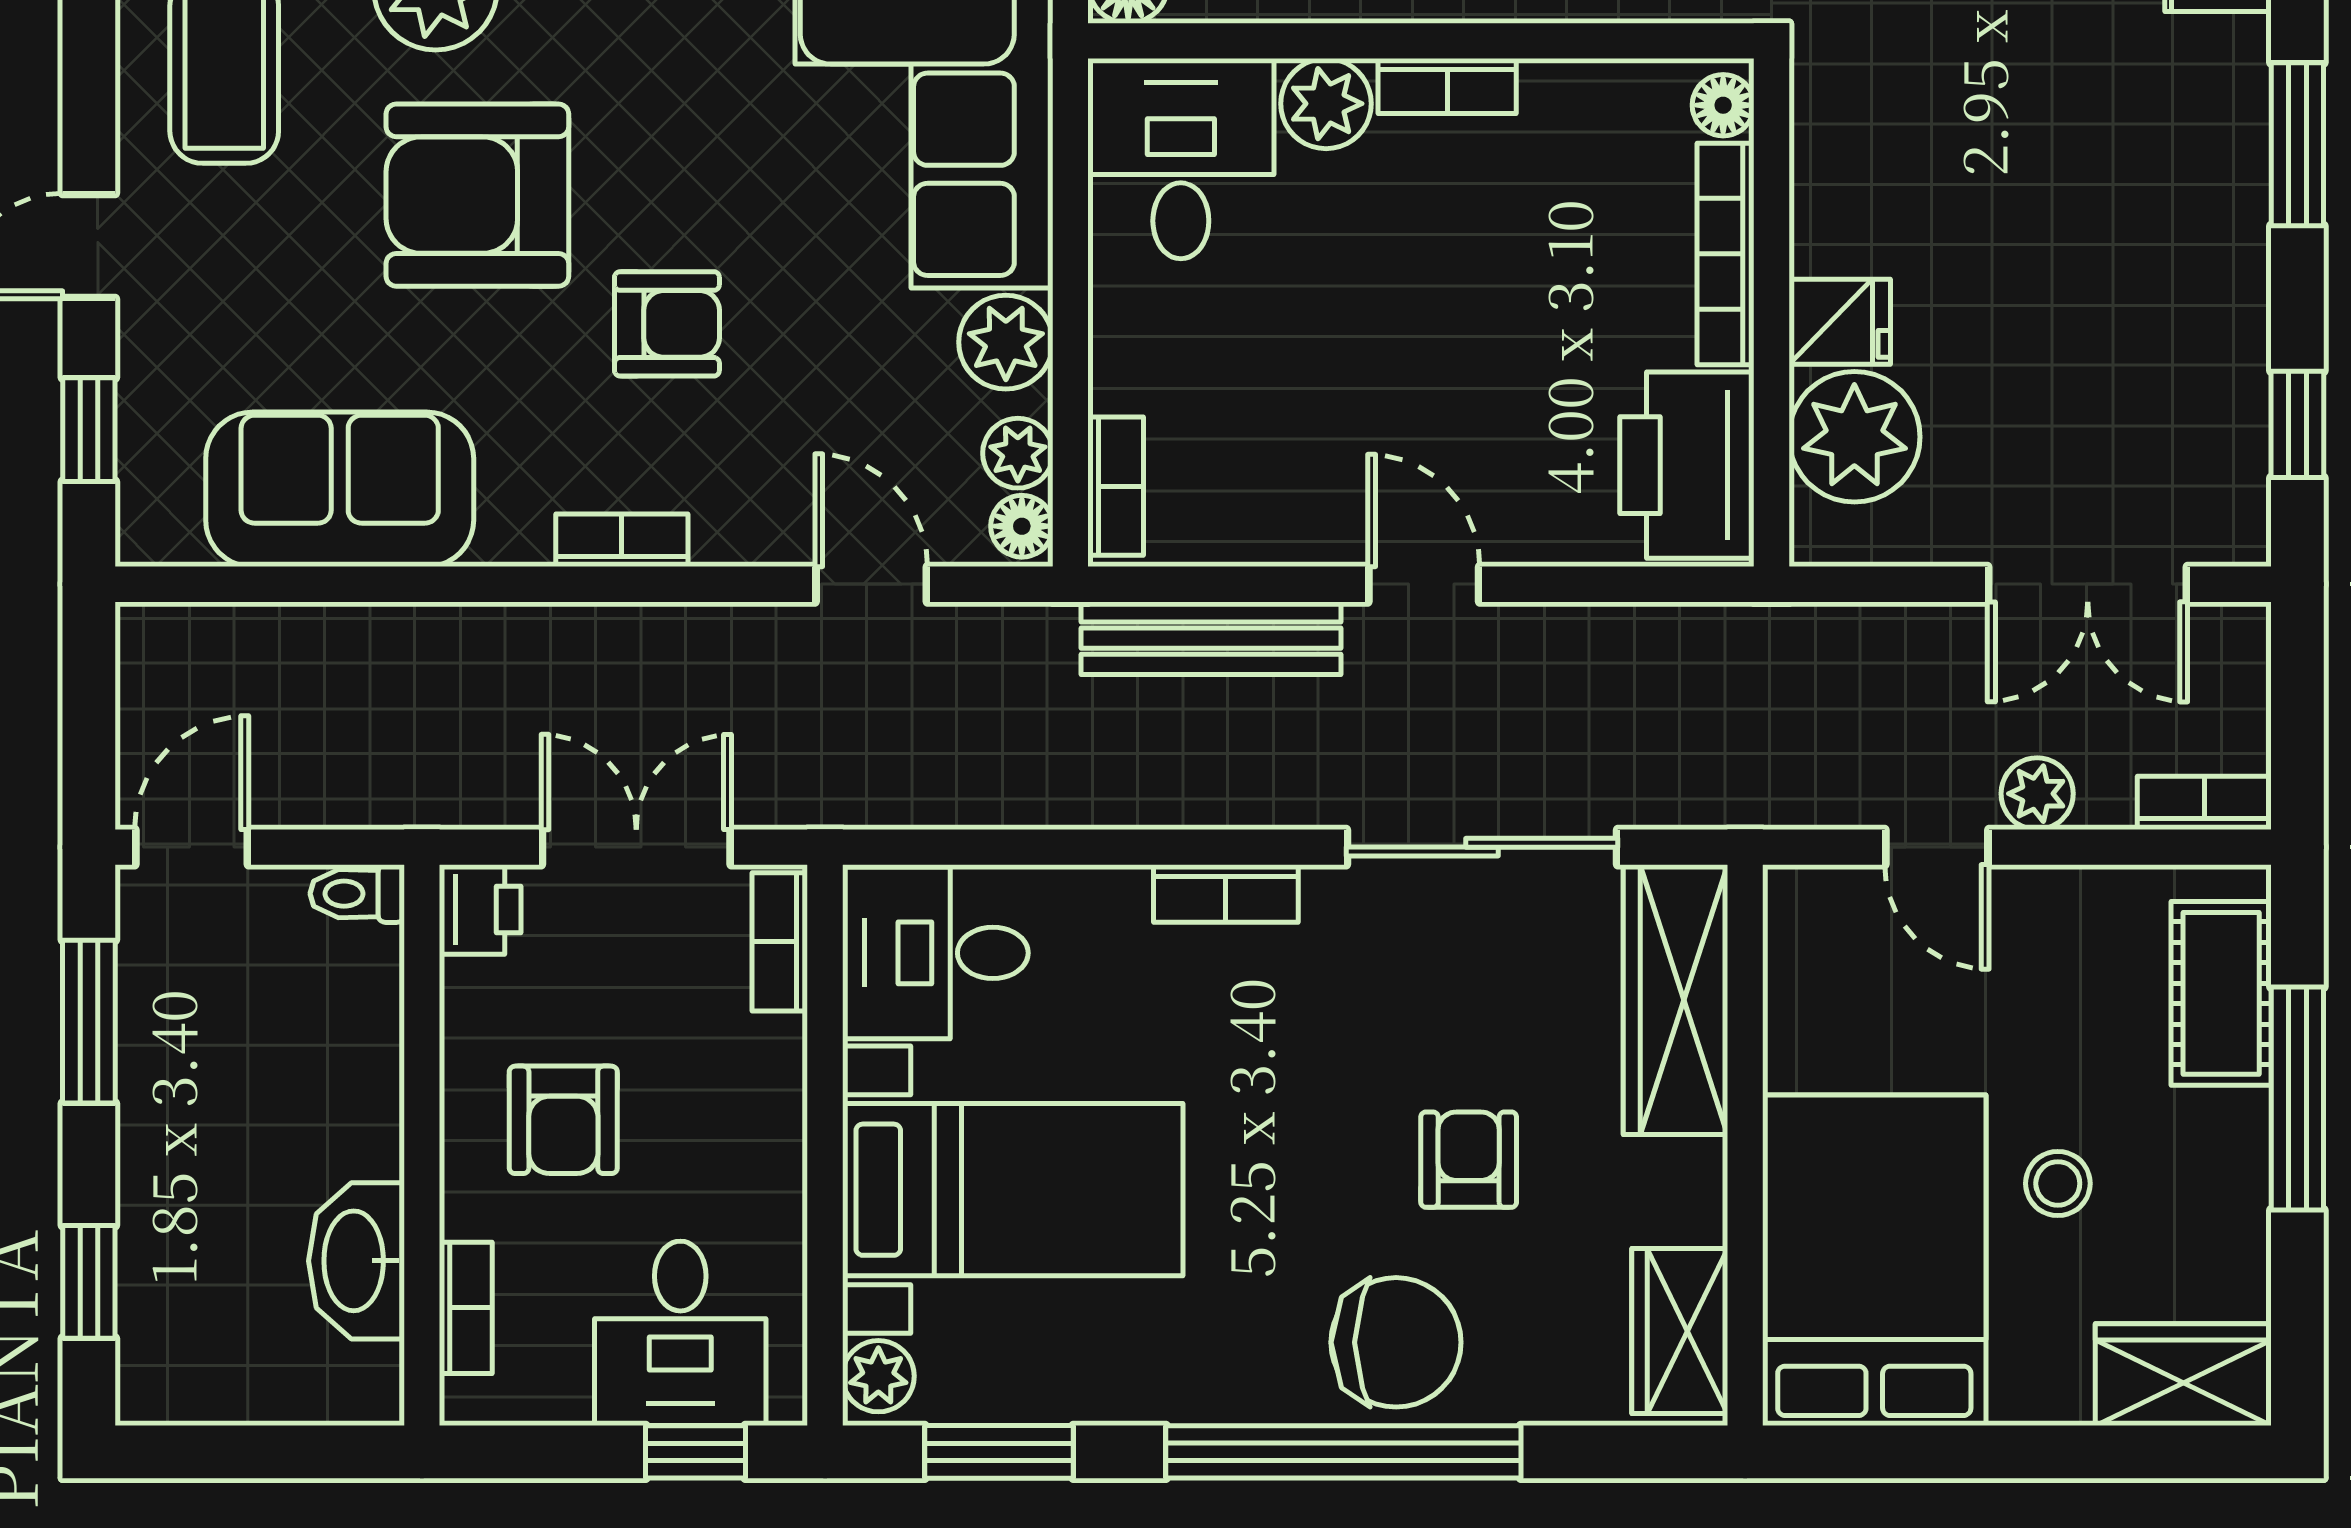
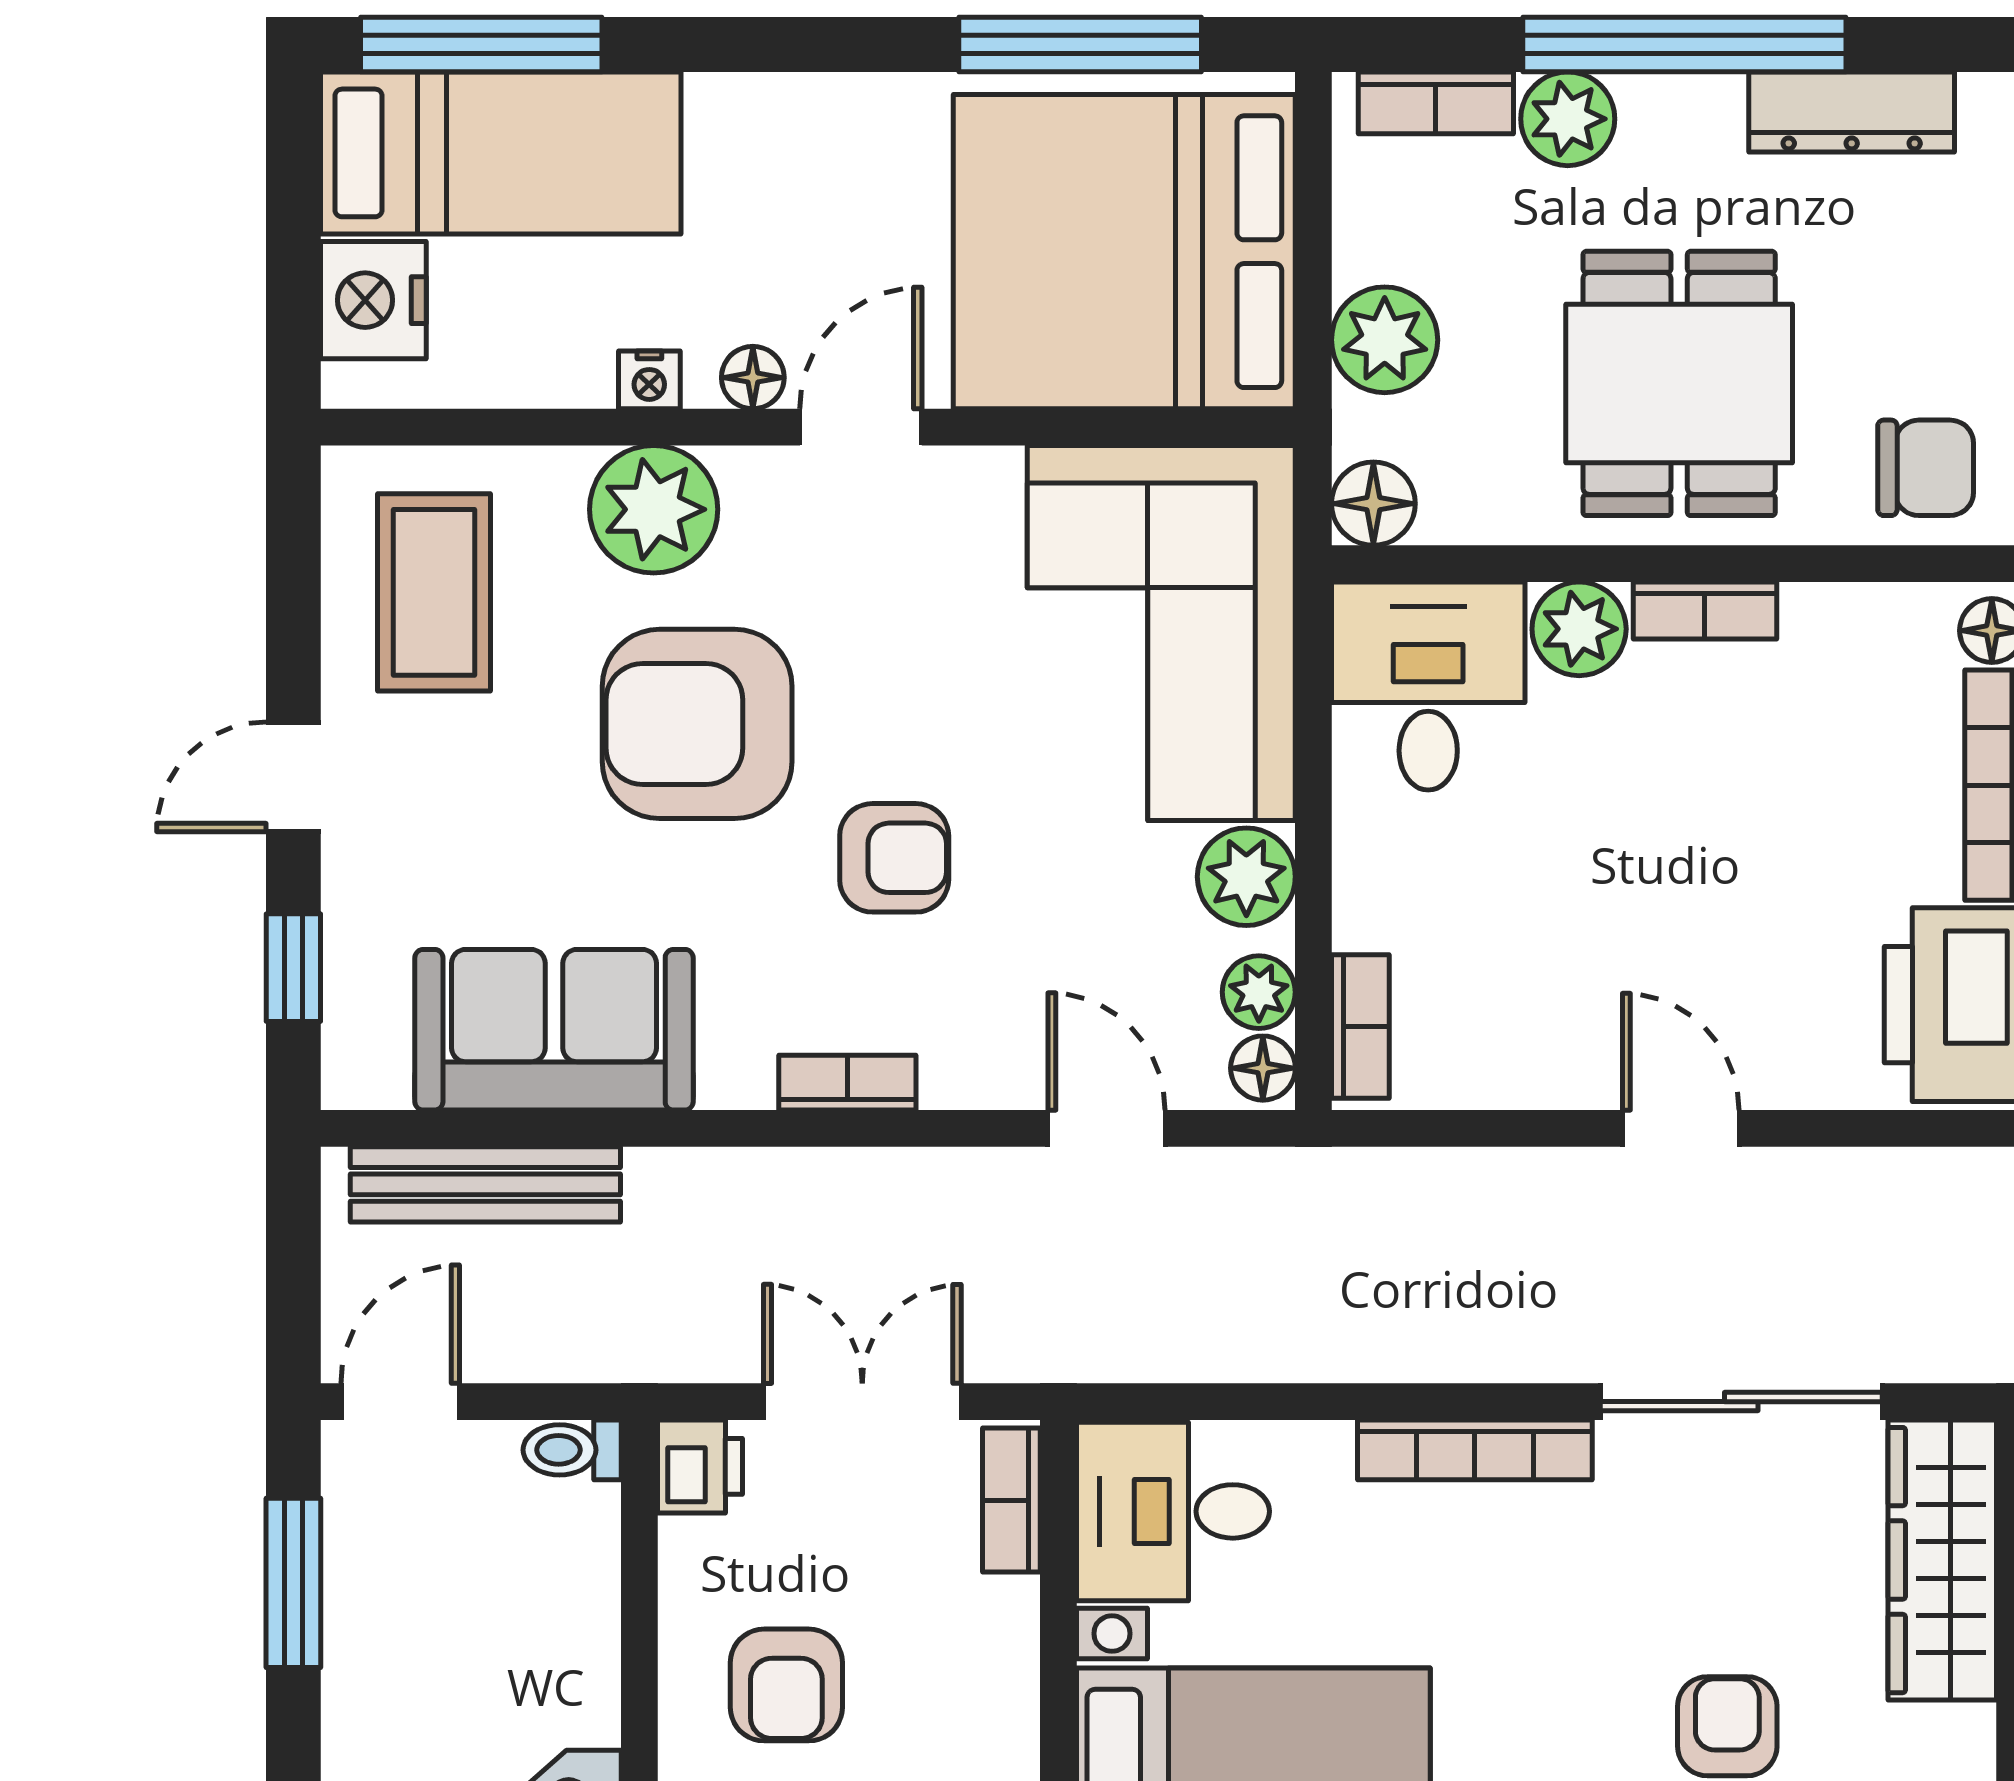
bench: (1211, 638) -> (485, 1184), moved
bookcase: (1226, 894) -> (1475, 1450), width x1.56

